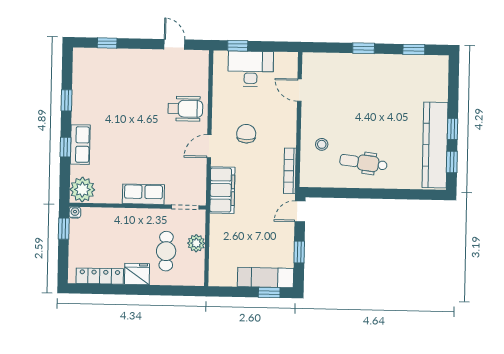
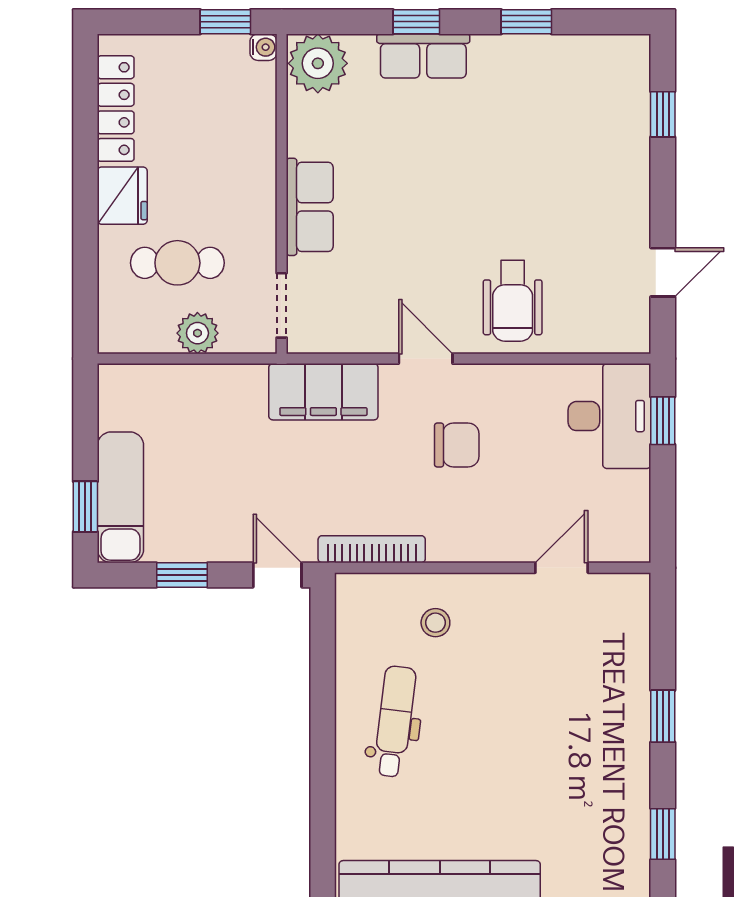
desk: (251, 69) -> (609, 416), moved

